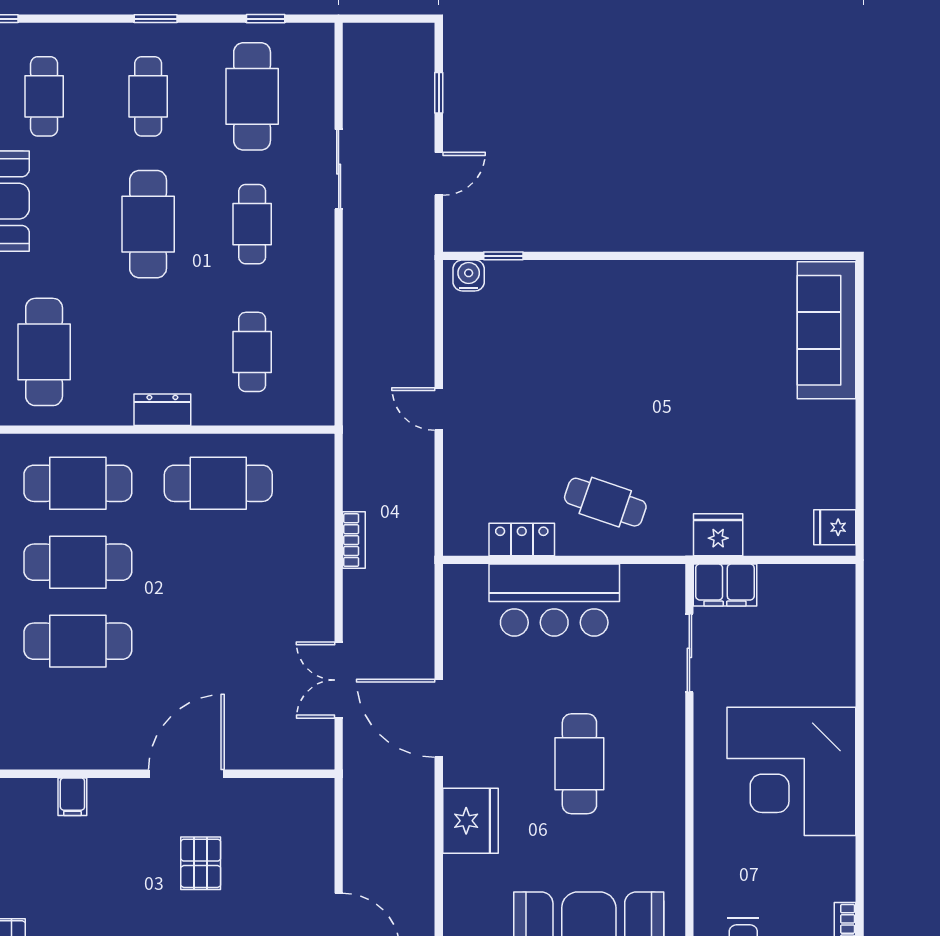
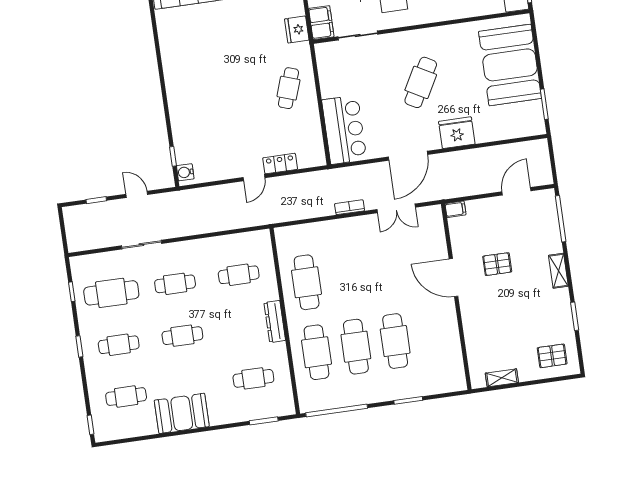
cafe table: (148, 224) -> (182, 336), width x0.73, depth x0.74
cafe table: (44, 352) -> (253, 378), width x0.73, depth x0.74
dresser: (162, 410) -> (275, 322), width x1.44
locker: (522, 539) -> (280, 164), moved, turned 90
bookcase: (354, 540) -> (350, 207), moved
bar counter: (554, 600) -> (344, 130), moved
cafe table: (579, 764) -> (421, 82), turned -61
filing cabinet: (72, 797) -> (455, 209), moved

